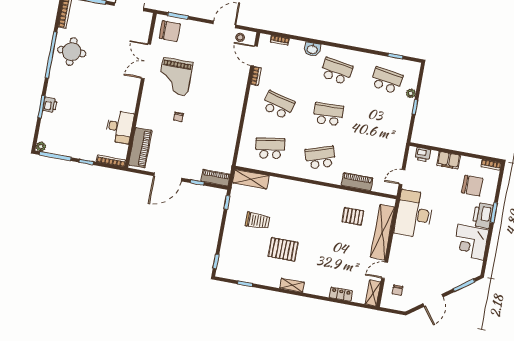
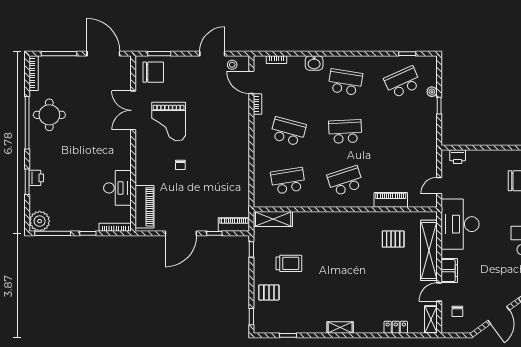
school desk: (387, 80) -> (402, 82), turned -33
plant: (41, 147) -> (40, 221), width x1.87, depth x1.87
filing cabinet: (448, 160) -> (449, 271), moved, turned -90
pallet: (283, 249) -> (269, 292), moved, width x0.67, depth x0.71

